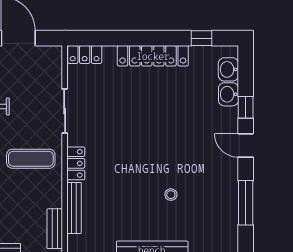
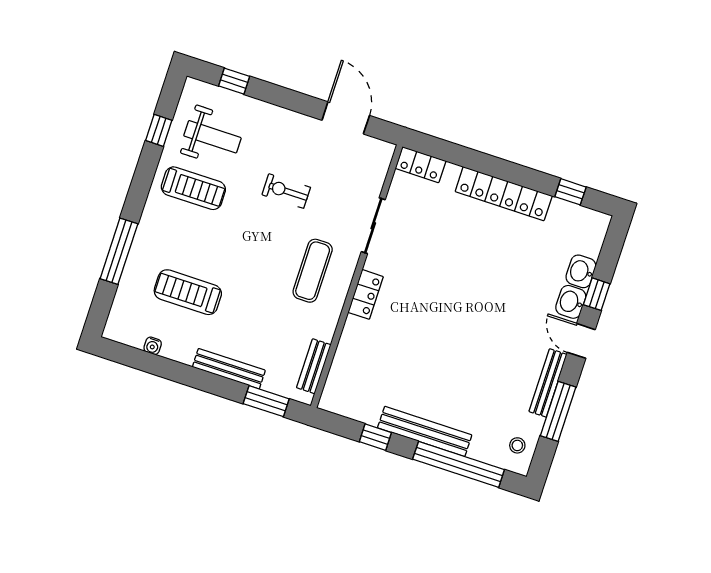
washbasin: (228, 69) -> (571, 302), moved
exercise mat: (31, 159) -> (313, 271), turned 90
stool: (171, 195) -> (517, 445), moved
bench: (74, 208) -> (548, 383), moved

